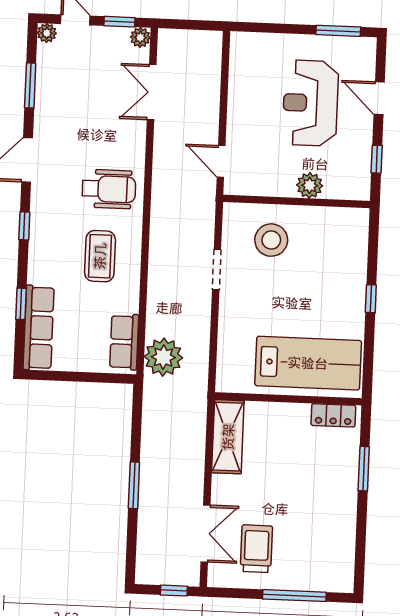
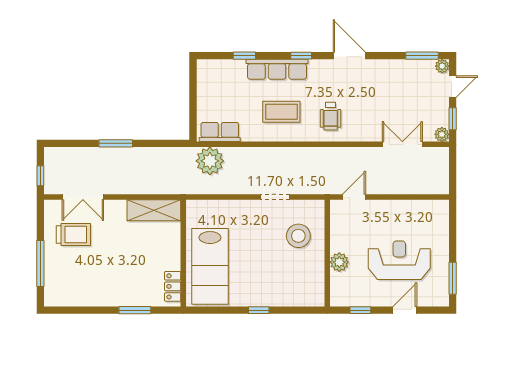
window: (30, 85) -> (422, 56), moved
wheelchair: (109, 189) -> (331, 116), width x0.73, depth x0.73
row of seats: (39, 328) -> (277, 69), moved

